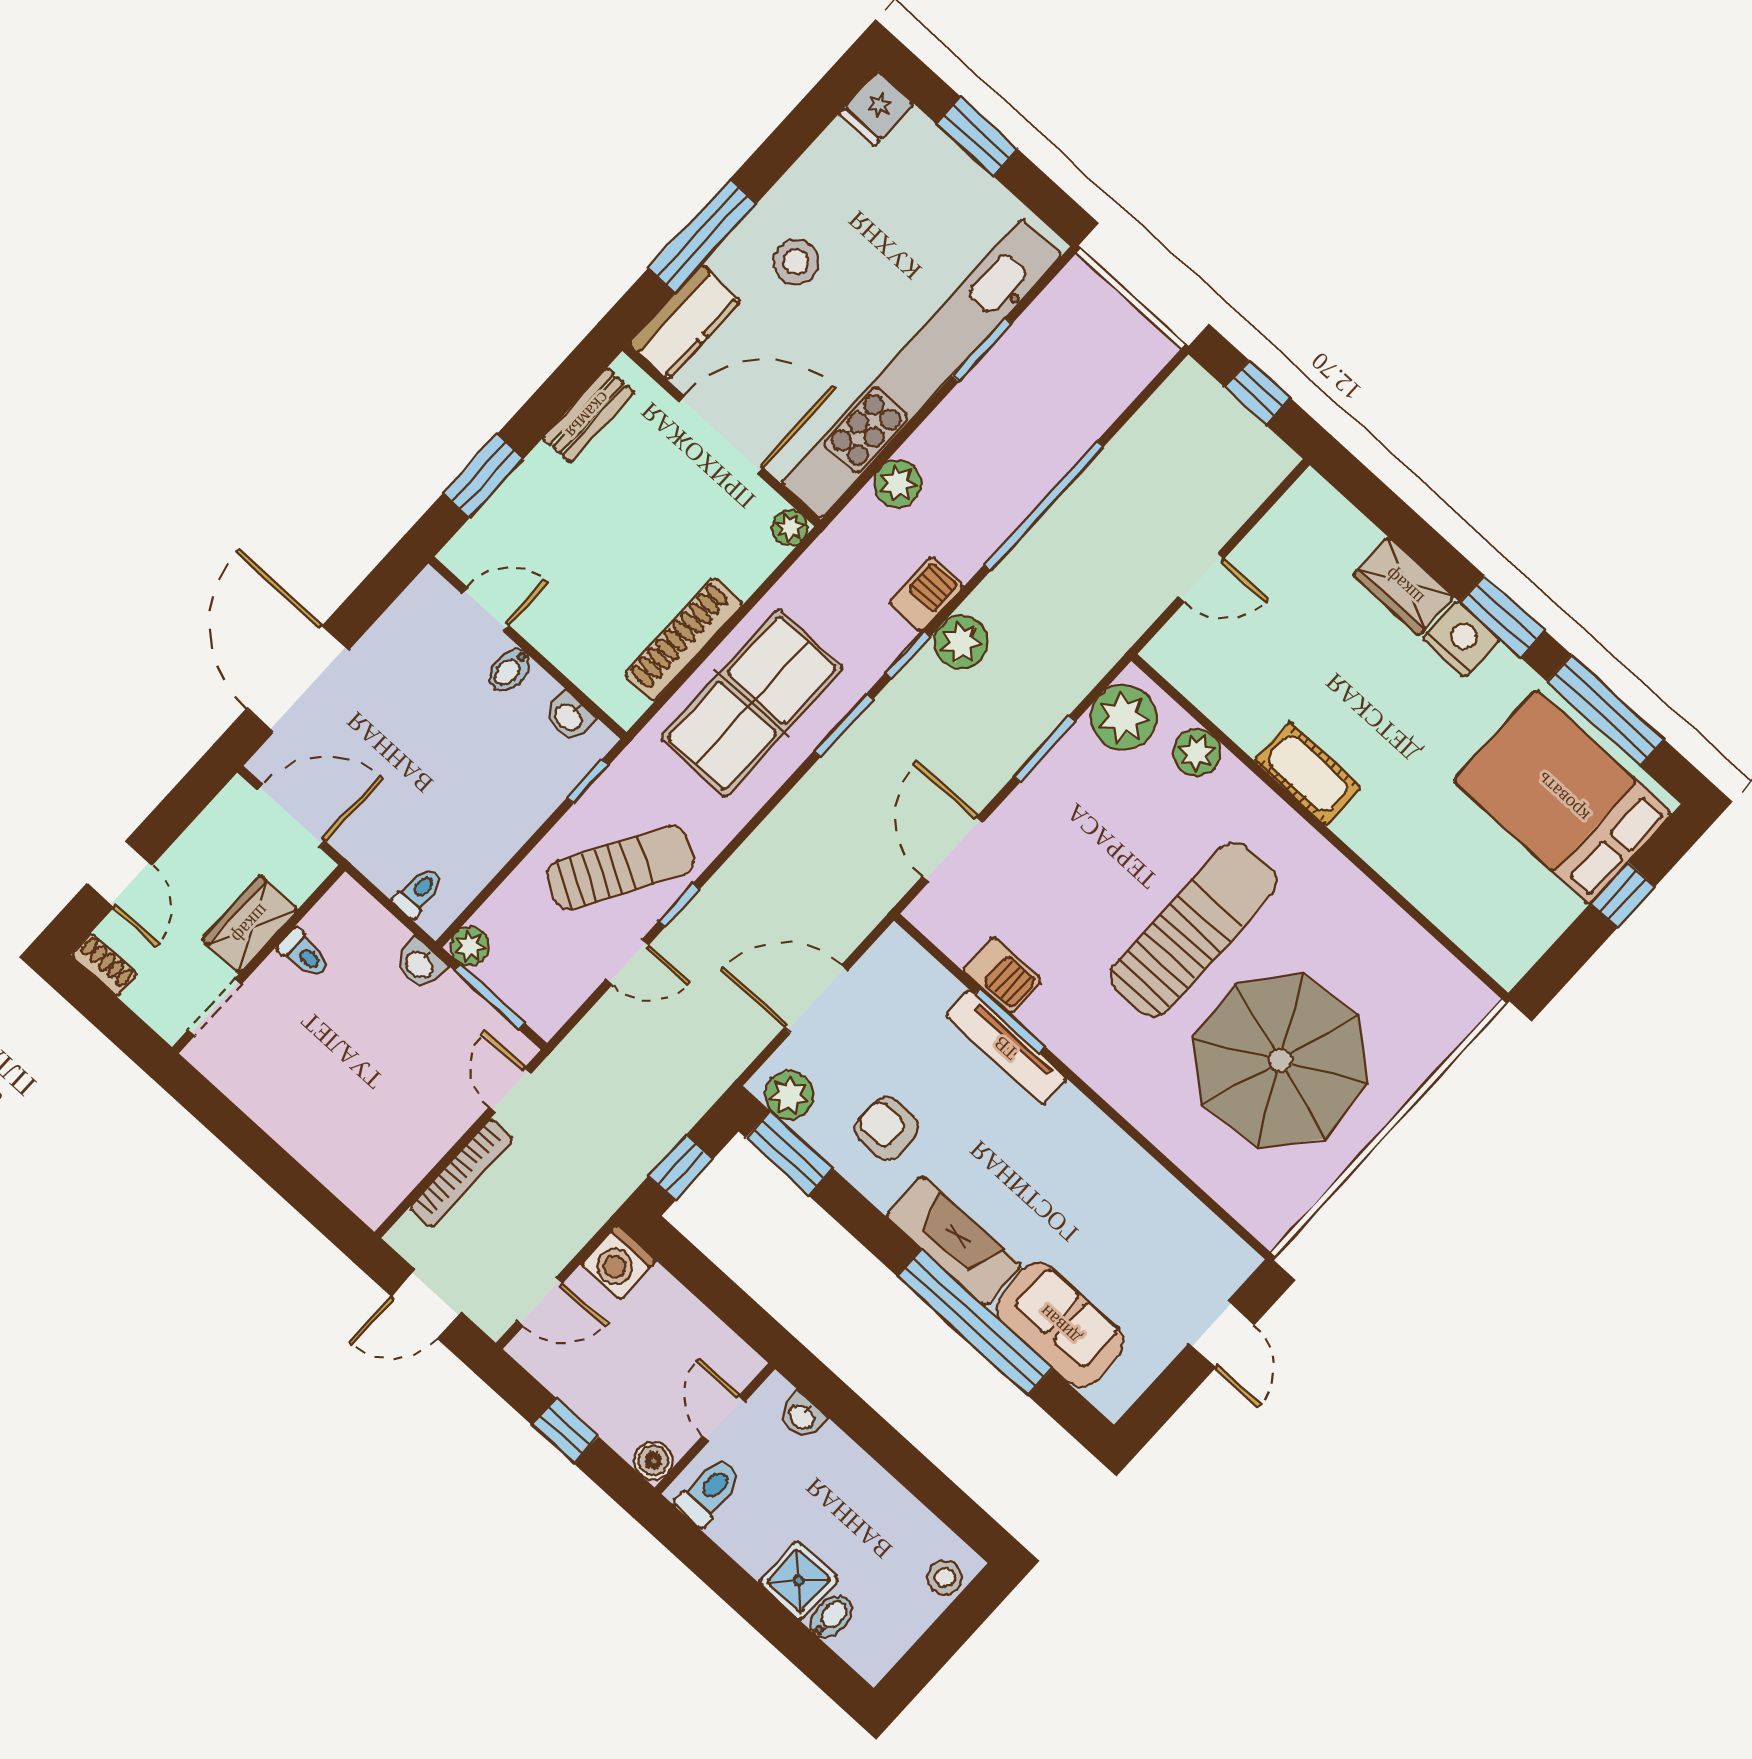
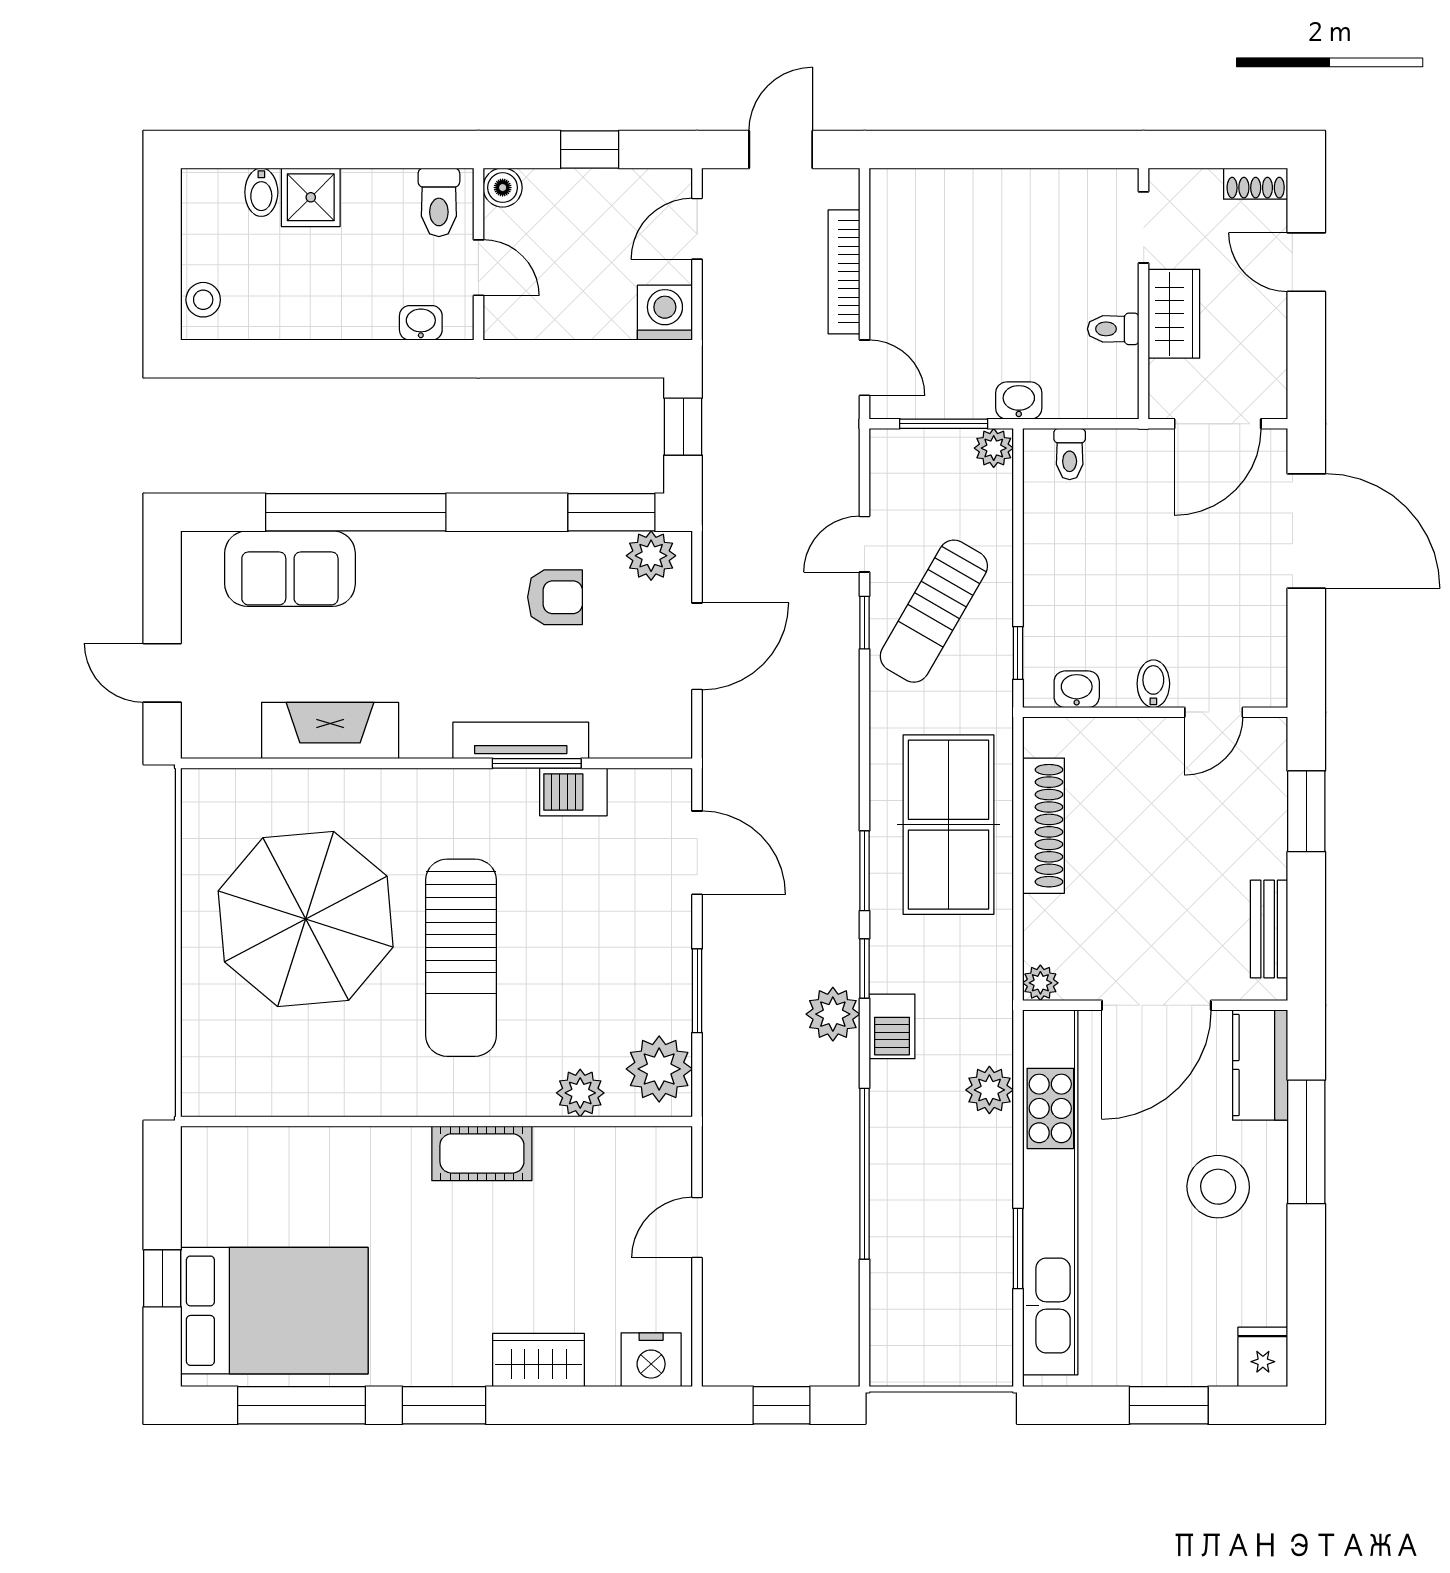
stool: (796, 262) -> (1218, 1187), width x1.38, depth x1.38
nightstand: (1461, 639) -> (651, 1360), moved
fireplace: (954, 1241) -> (330, 731), moved, turned 180

